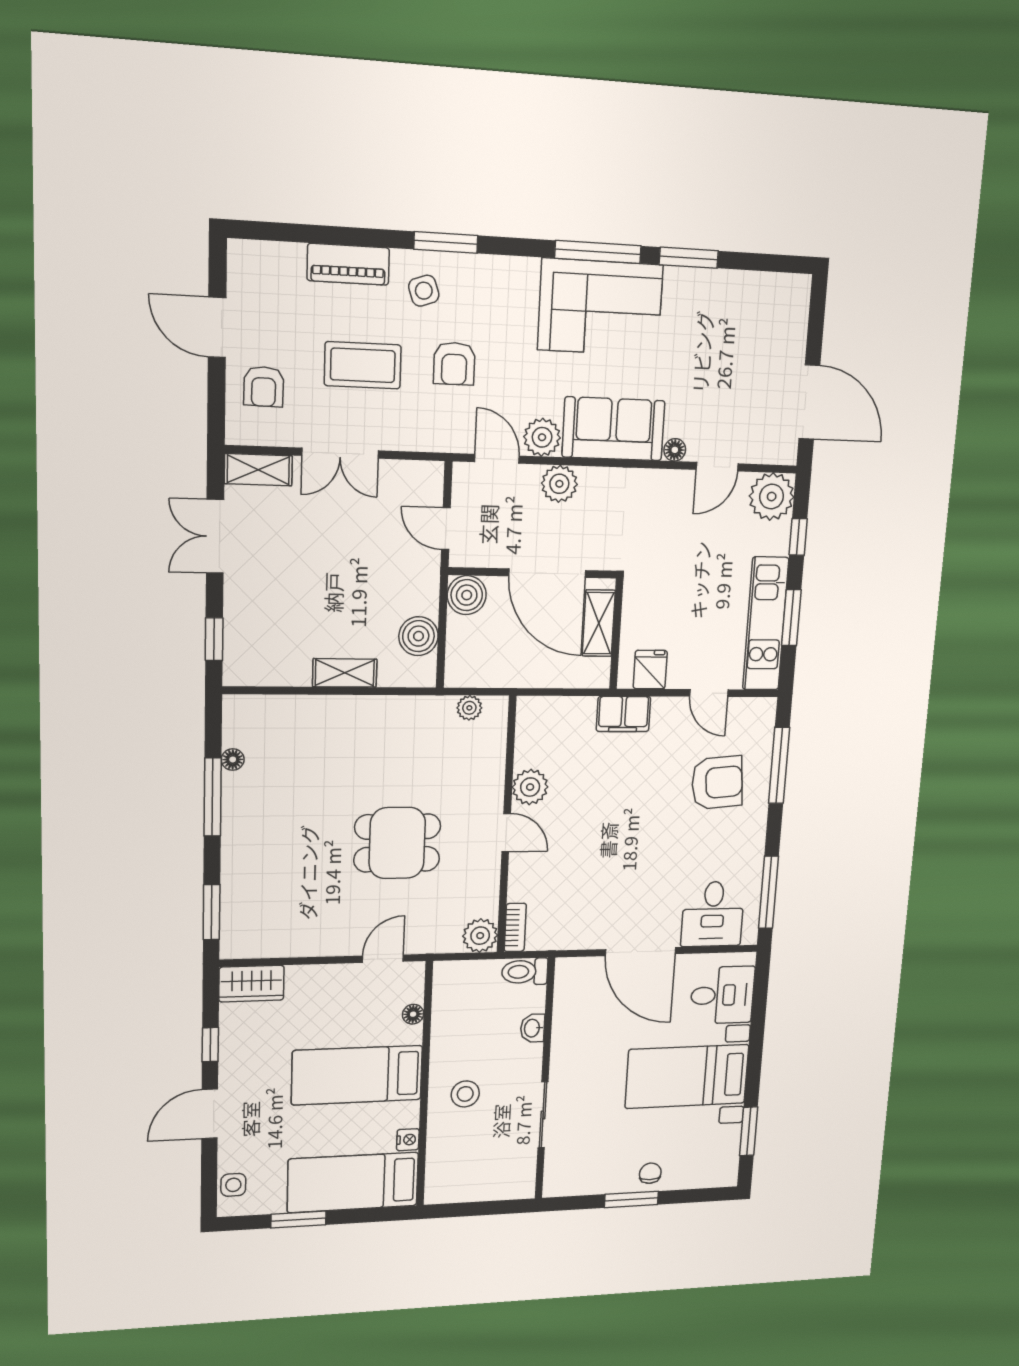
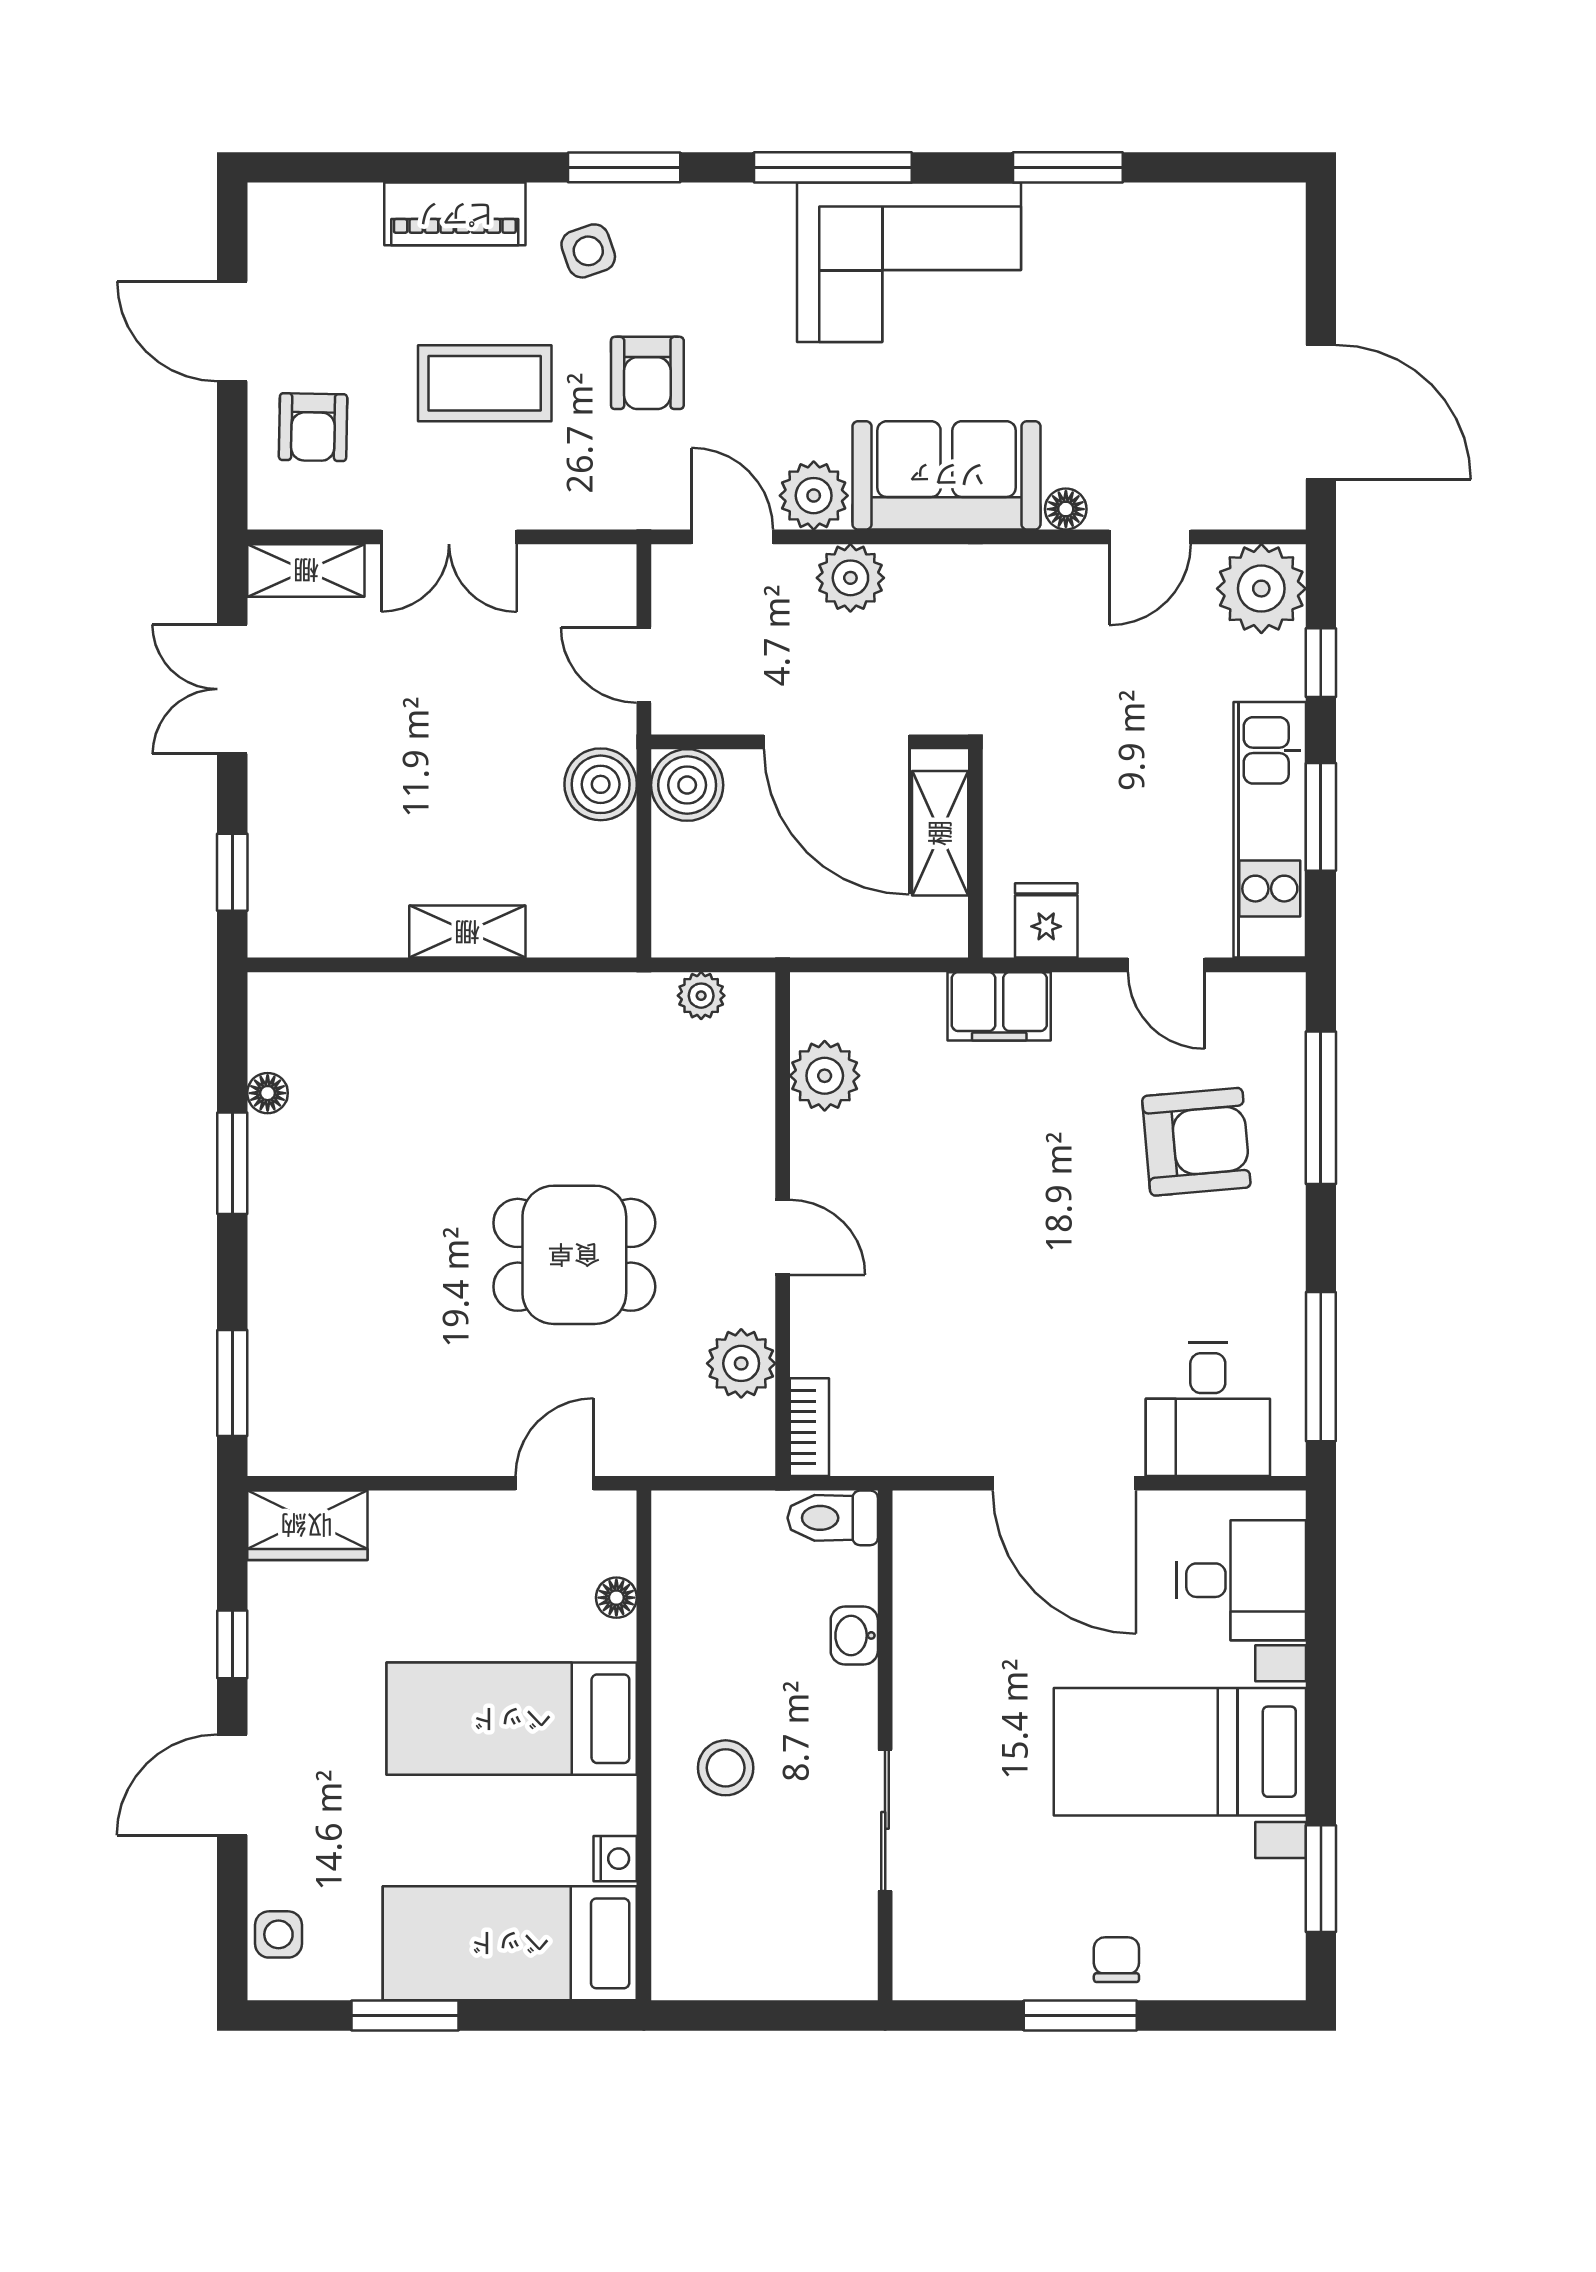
window: (598, 252) -> (833, 167), moved
boiler: (418, 636) -> (601, 784), moved
plant: (530, 787) -> (825, 1076), moved
window: (213, 797) -> (232, 1163), width x0.69
plant: (480, 936) -> (741, 1363), moved

